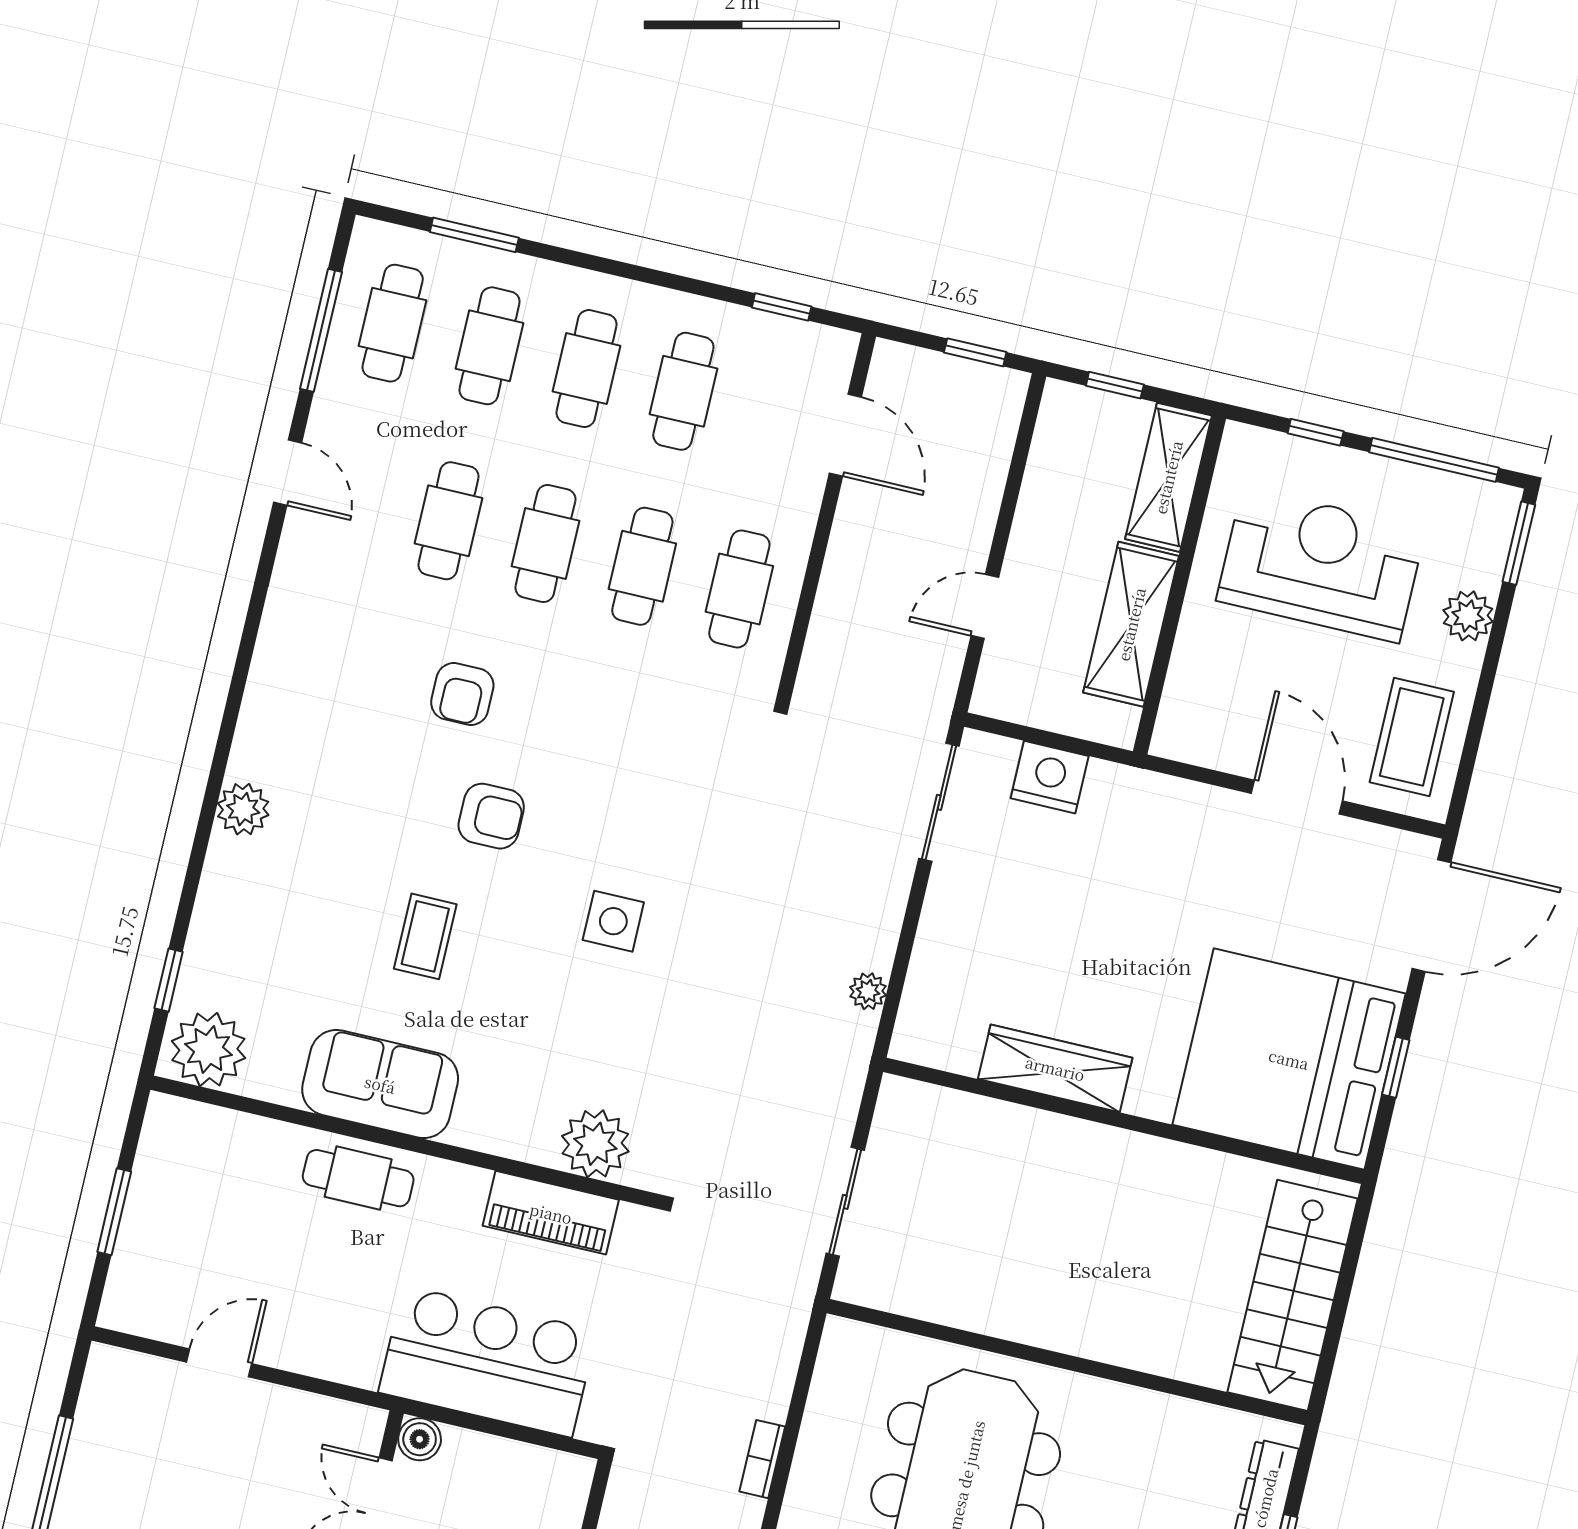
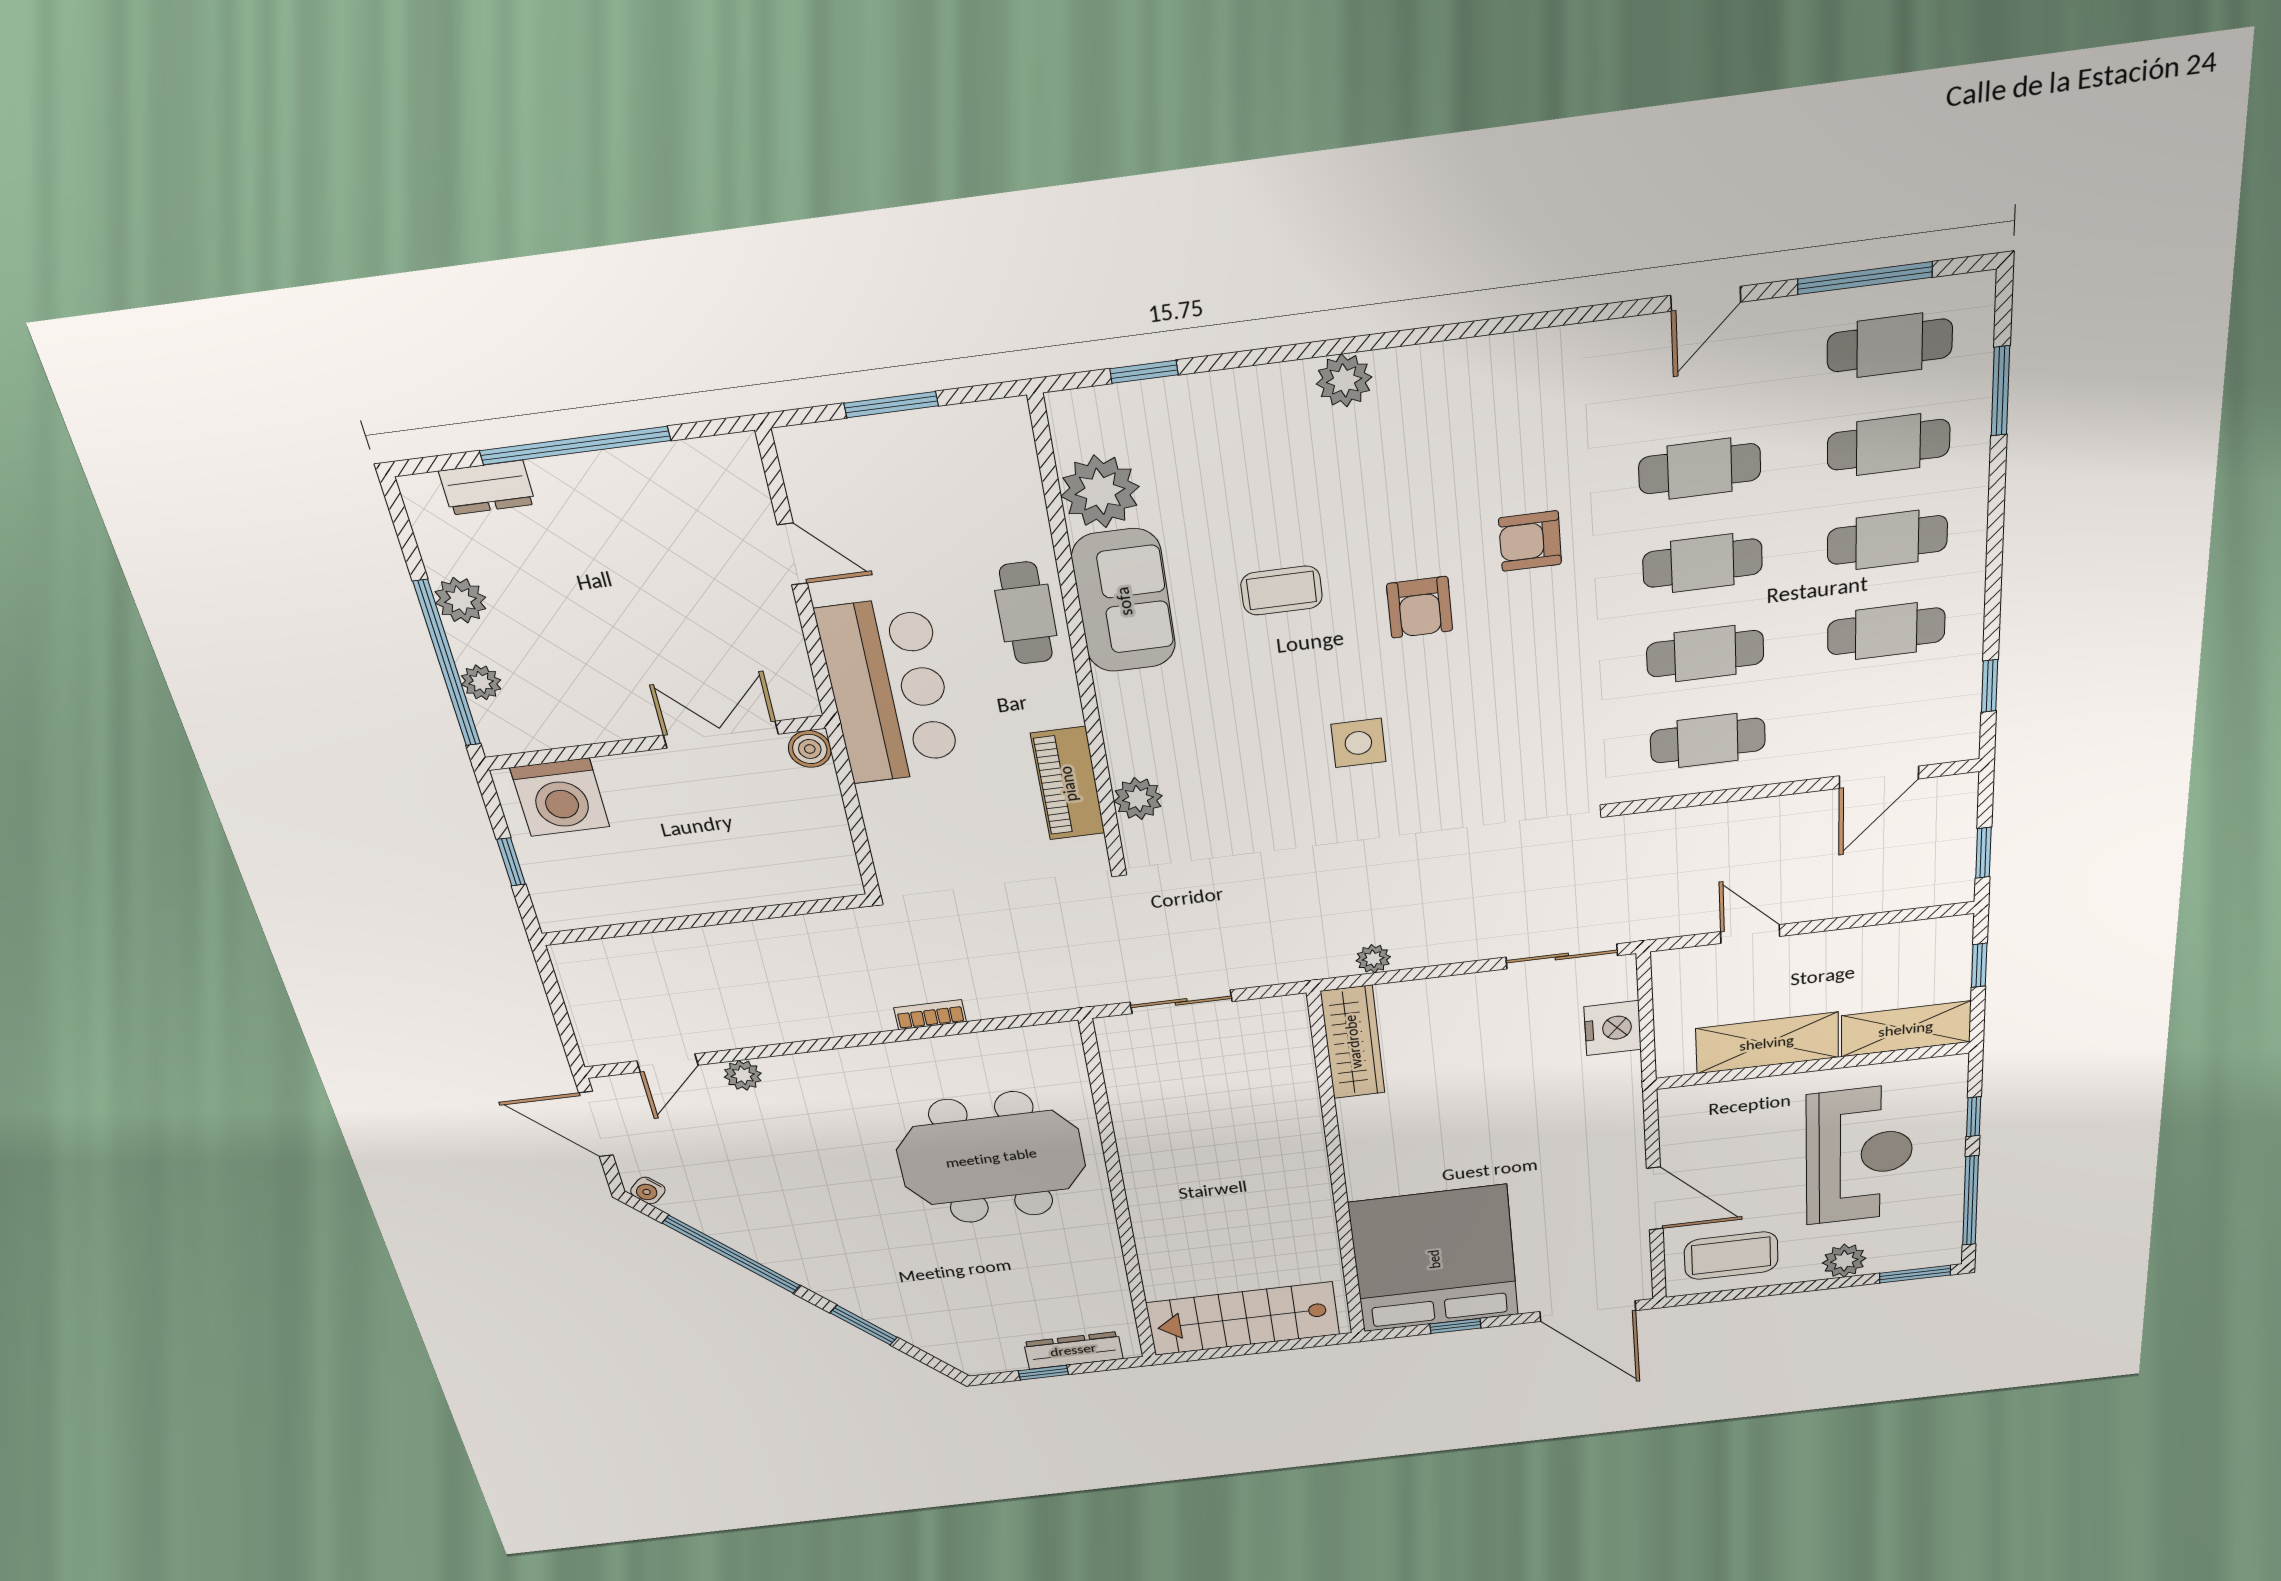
door: (1297, 797) -> (1655, 1199), hinge flipped
plant: (208, 1050) -> (1100, 491), moved
wardrobe: (1055, 1068) -> (1353, 1042), moved
plant: (595, 1144) -> (1138, 799), width x0.73, depth x0.73
bar counter: (488, 1362) -> (889, 691), moved

